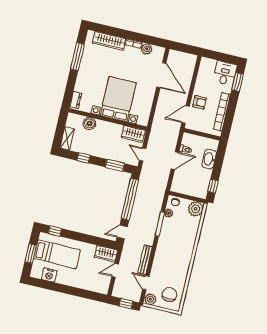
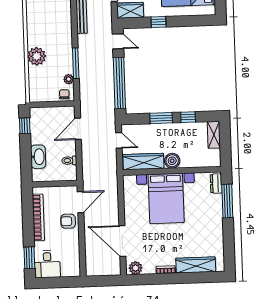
plant: (147, 49) -> (135, 268), moved
window: (77, 57) -> (227, 201), moved
boiler: (89, 123) -> (172, 161), moved
wardrobe: (133, 134) -> (143, 162), width x1.50
door: (175, 160) -> (78, 129), moved
window: (115, 165) -> (161, 118), moved
plant: (196, 209) -> (37, 56), moved
window: (55, 231) -> (159, 22), moved
door: (122, 232) -> (118, 41), hinge flipped

